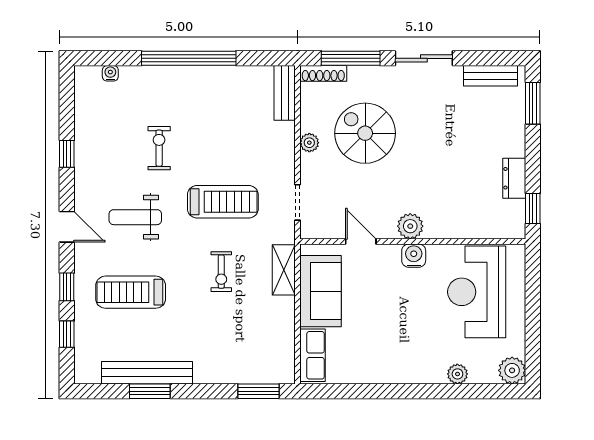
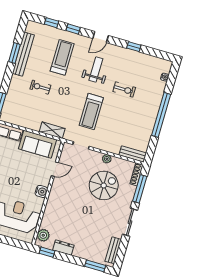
plant: (410, 226) -> (43, 235), moved
exercise bike: (221, 272) -> (40, 87), moved

